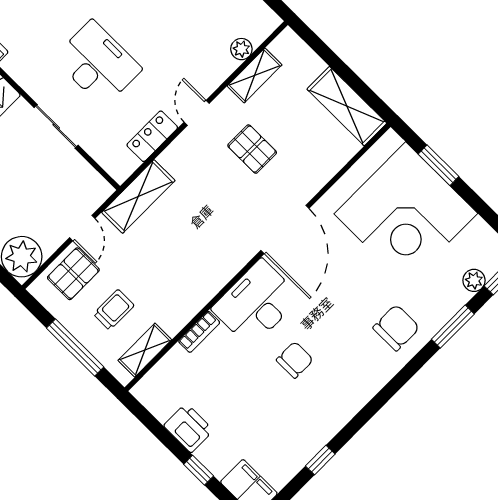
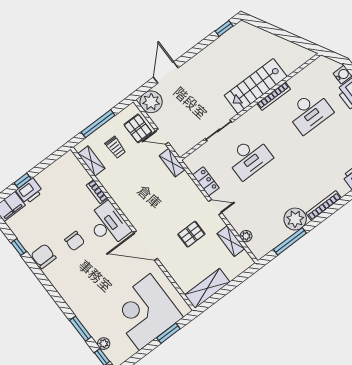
shelving: (138, 196) -> (172, 163), width x0.67, depth x0.75
chair: (396, 328) -> (43, 256), moved, turned 180
printer: (189, 428) -> (29, 191), moved

